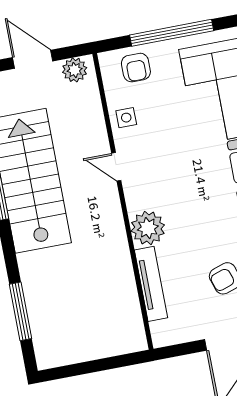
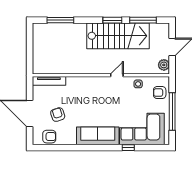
plant: (148, 228) -> (87, 84), removed
tv unit: (151, 284) -> (49, 81), moved

